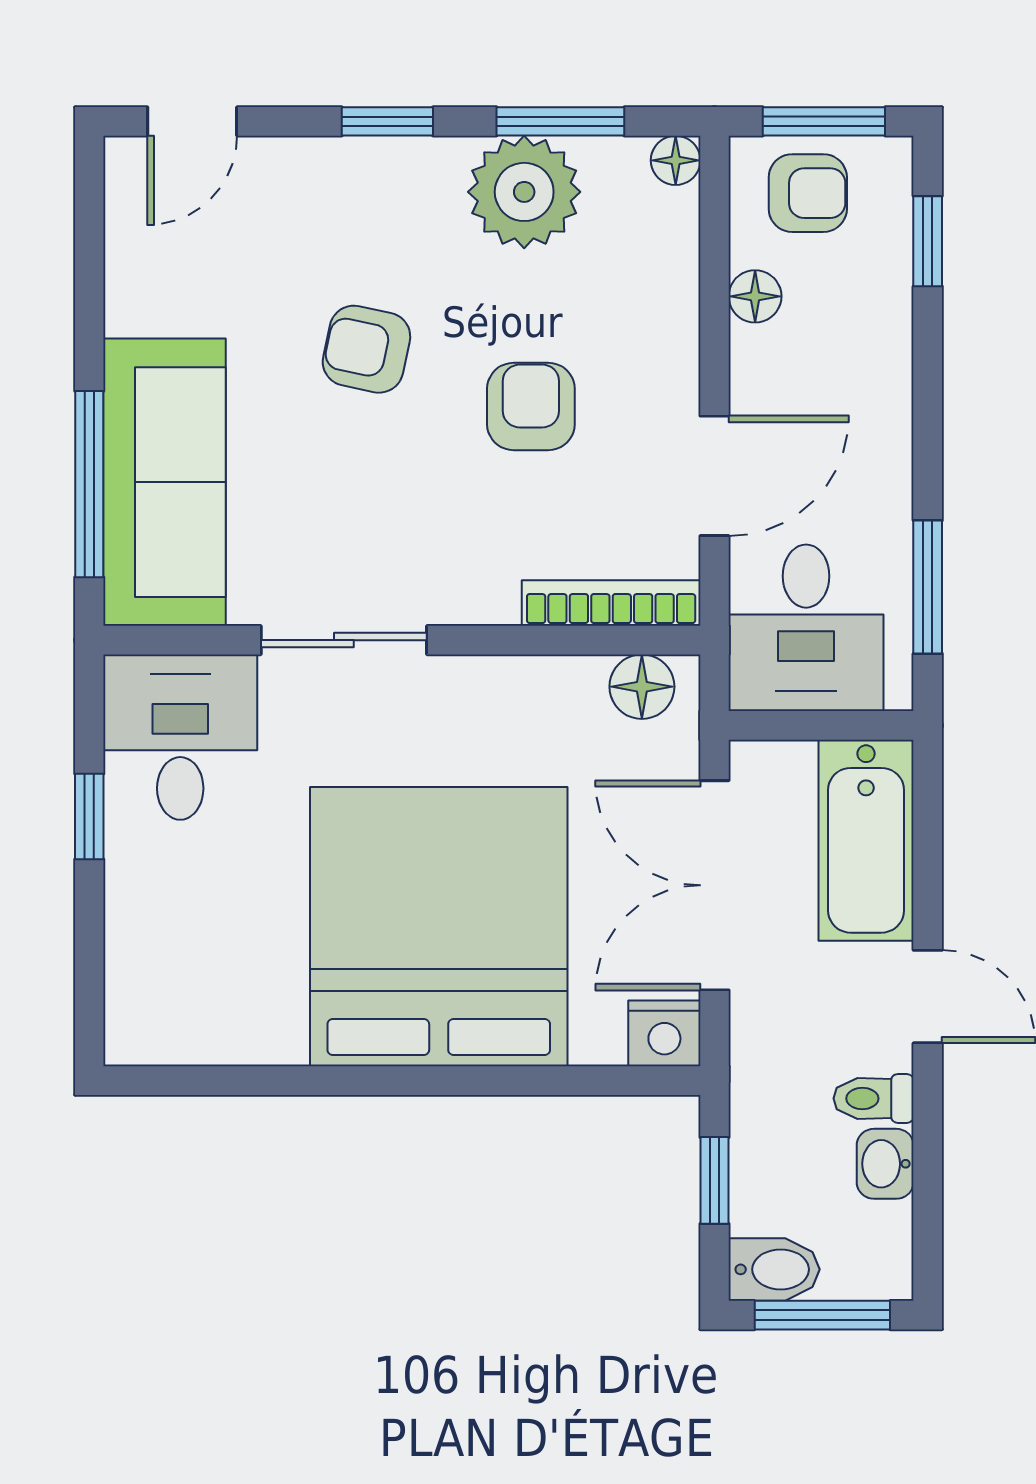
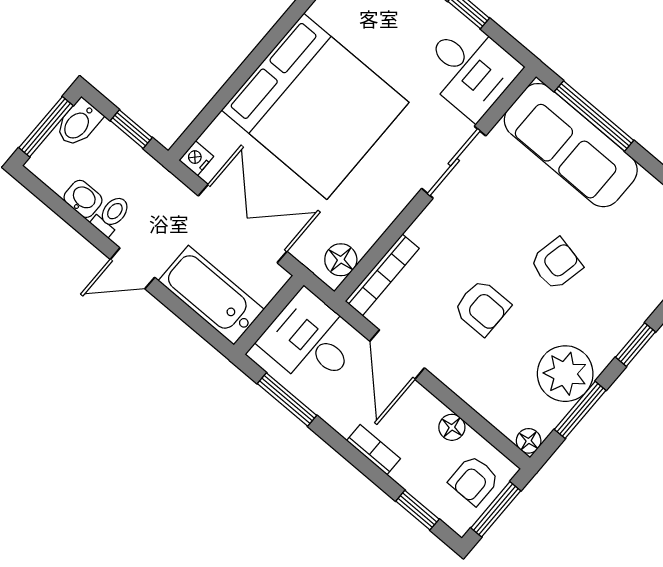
bookcase: (892, 388) -> (373, 450), added
nightstand: (664, 1033) -> (196, 158), width x0.72, depth x0.74

